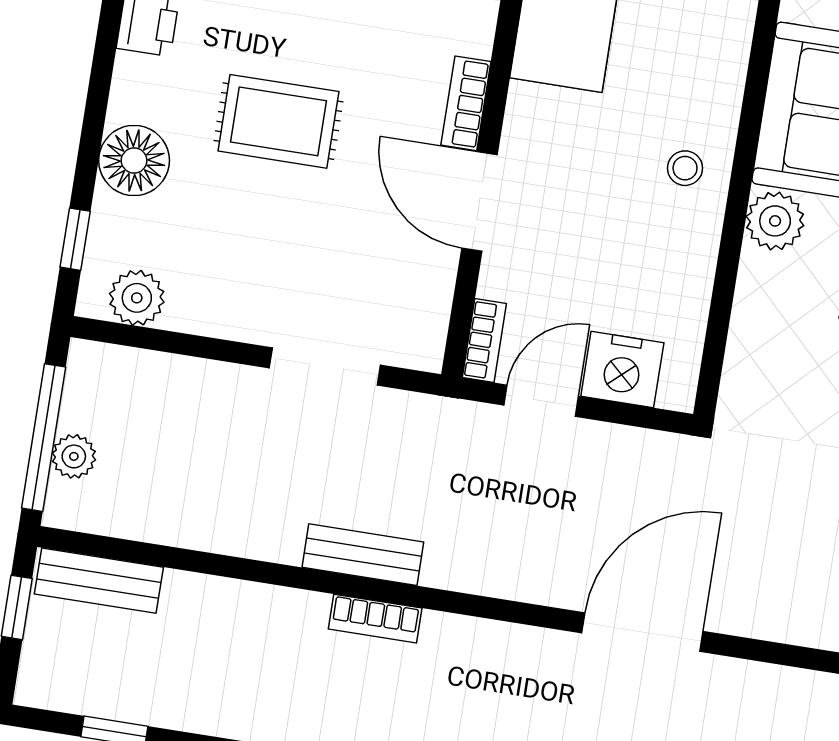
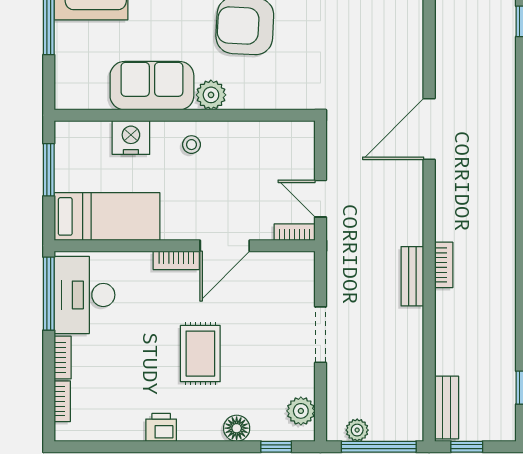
floor lamp: (134, 160) -> (237, 428), width x0.73, depth x0.73
doorway: (325, 367) -> (320, 335), moved
nightstand: (622, 370) -> (131, 138), moved, turned -90
plant: (74, 456) -> (357, 430), moved
door: (642, 632) -> (429, 129), hinge flipped

